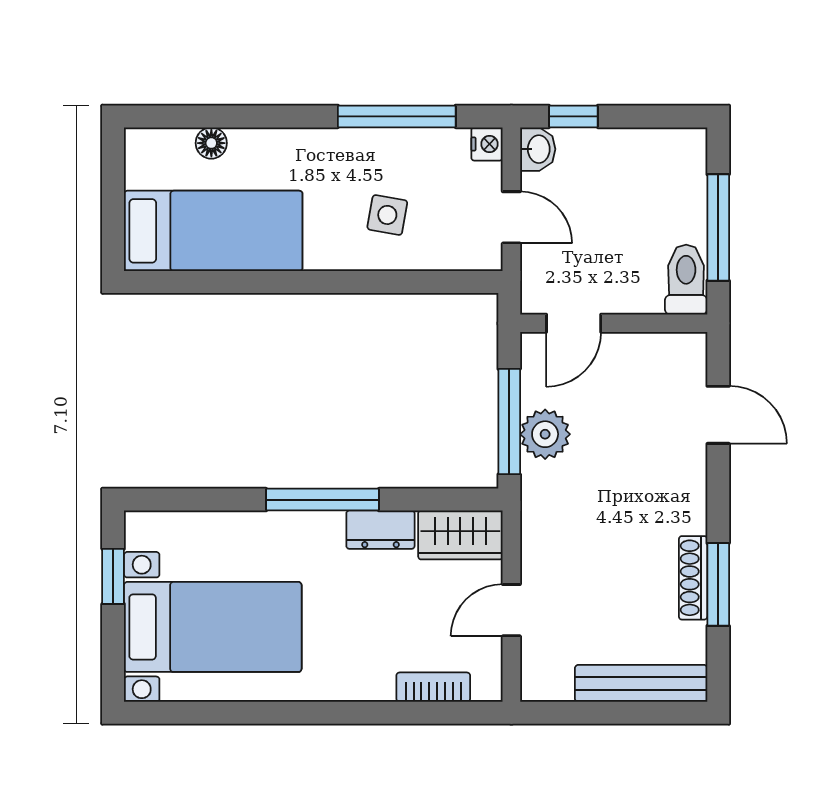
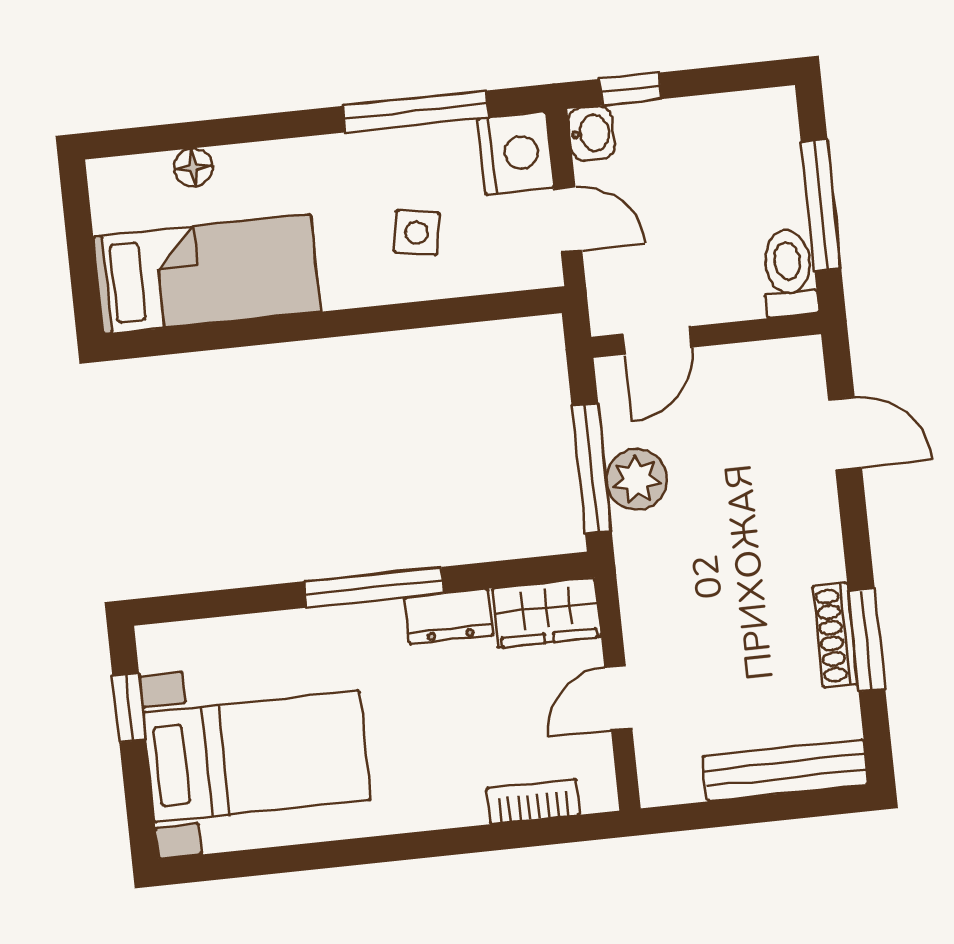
nightstand: (487, 144) -> (516, 153), width x1.89, depth x1.79

